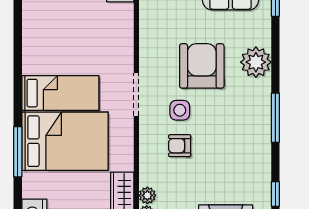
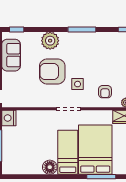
floor lamp: (34, 62) -> (50, 167), added
armchair: (180, 146) -> (105, 92), moved

